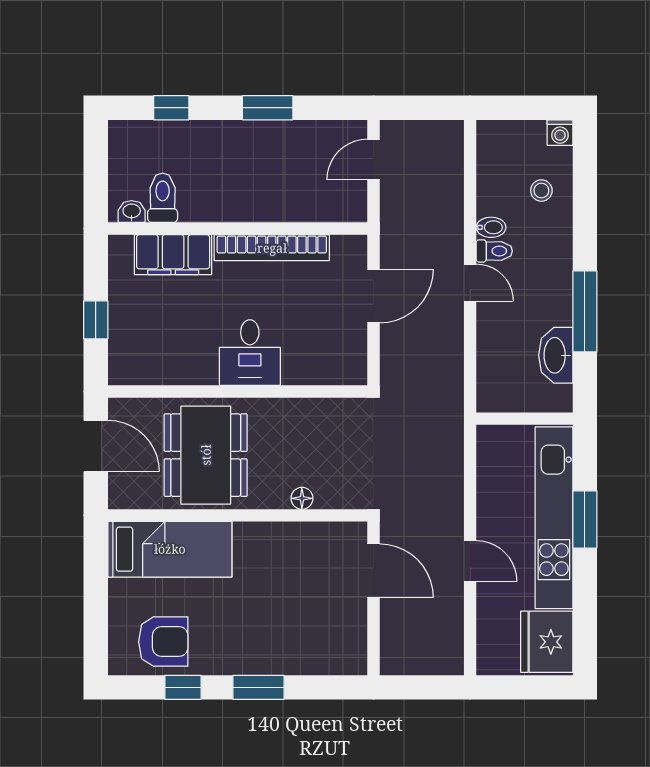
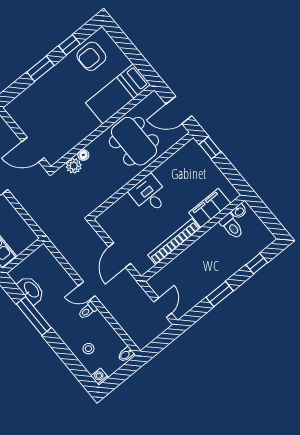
bidet: (491, 227) -> (126, 354), moved
window: (96, 320) -> (210, 148), moved
plant: (331, 494) -> (74, 166), added

